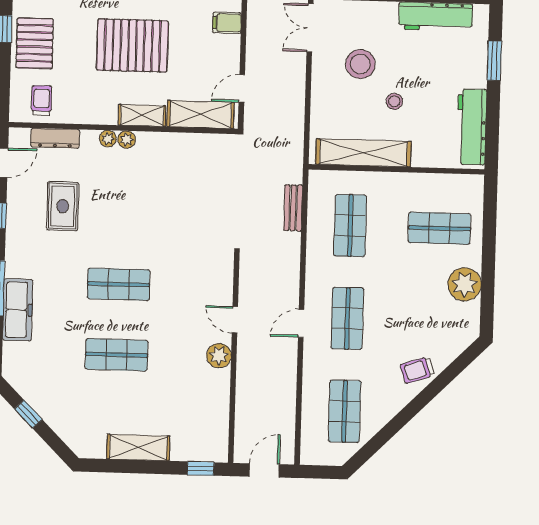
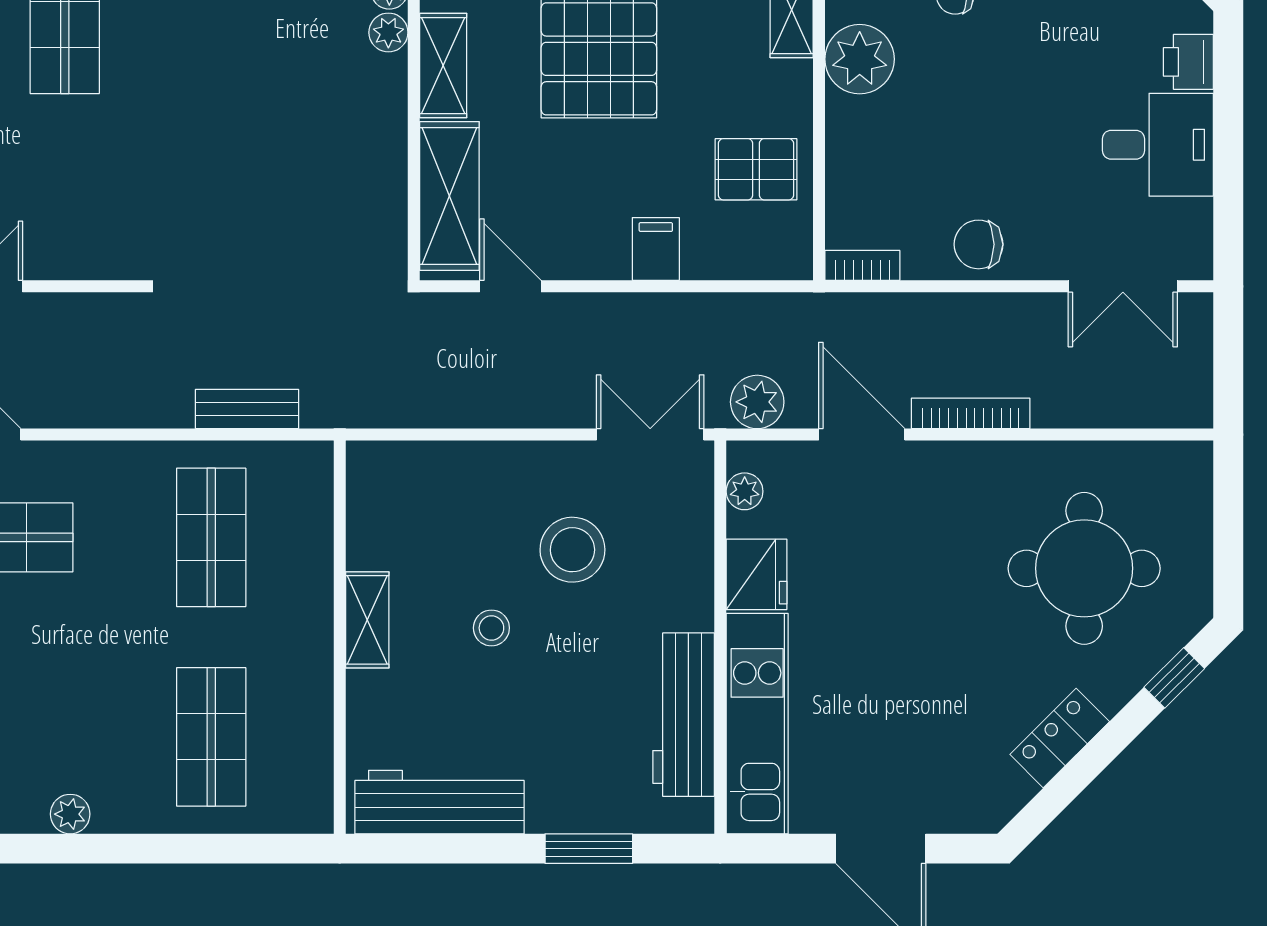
shelving: (363, 153) -> (367, 620), width x0.45, depth x0.75
shop shelf: (350, 226) -> (211, 537), turned 90
plant: (465, 284) -> (70, 814), width x0.53, depth x0.53

